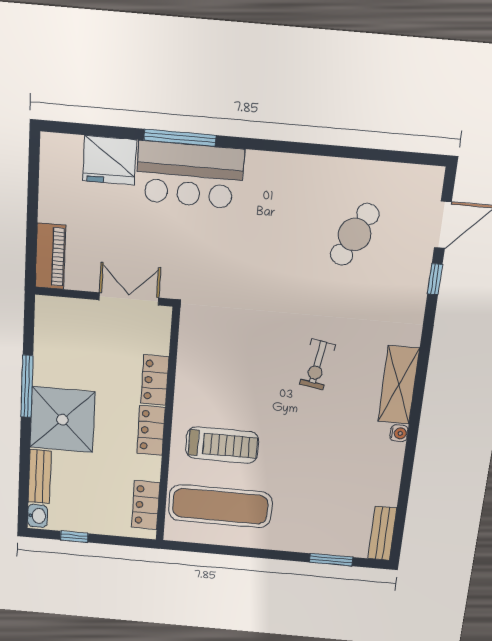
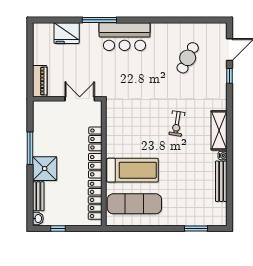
bar counter: (190, 175) -> (125, 37), moved
shower: (62, 420) -> (45, 169), width x0.73, depth x0.73
treadmill: (222, 445) -> (133, 170), width x1.37, depth x1.38
locker: (146, 505) -> (95, 200), width x1.53
bench: (382, 533) -> (221, 181), moved, width x1.36

